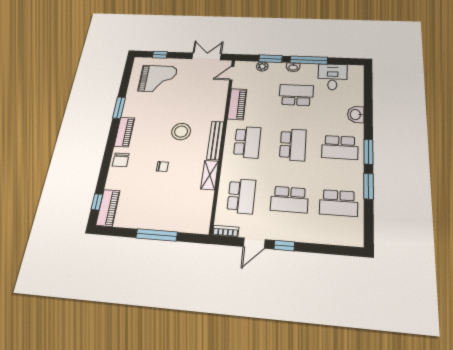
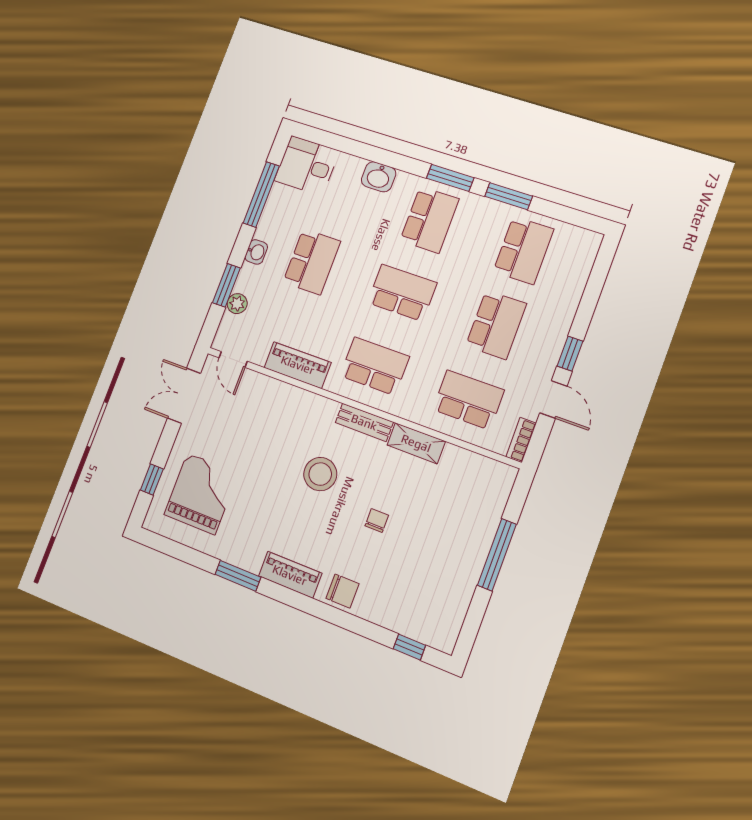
window: (309, 60) -> (261, 195), moved
desk: (332, 77) -> (307, 166), moved
school desk: (296, 95) -> (312, 262), turned 180
bench: (215, 140) -> (364, 422), width x0.73
piano: (108, 208) -> (426, 629), removed

